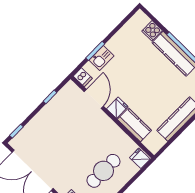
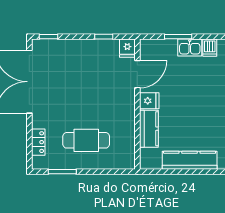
kitchen sink: (102, 58) -> (190, 47), moved
dishwasher: (83, 77) -> (210, 48), moved
fridge: (140, 158) -> (127, 48), moved, turned 180

